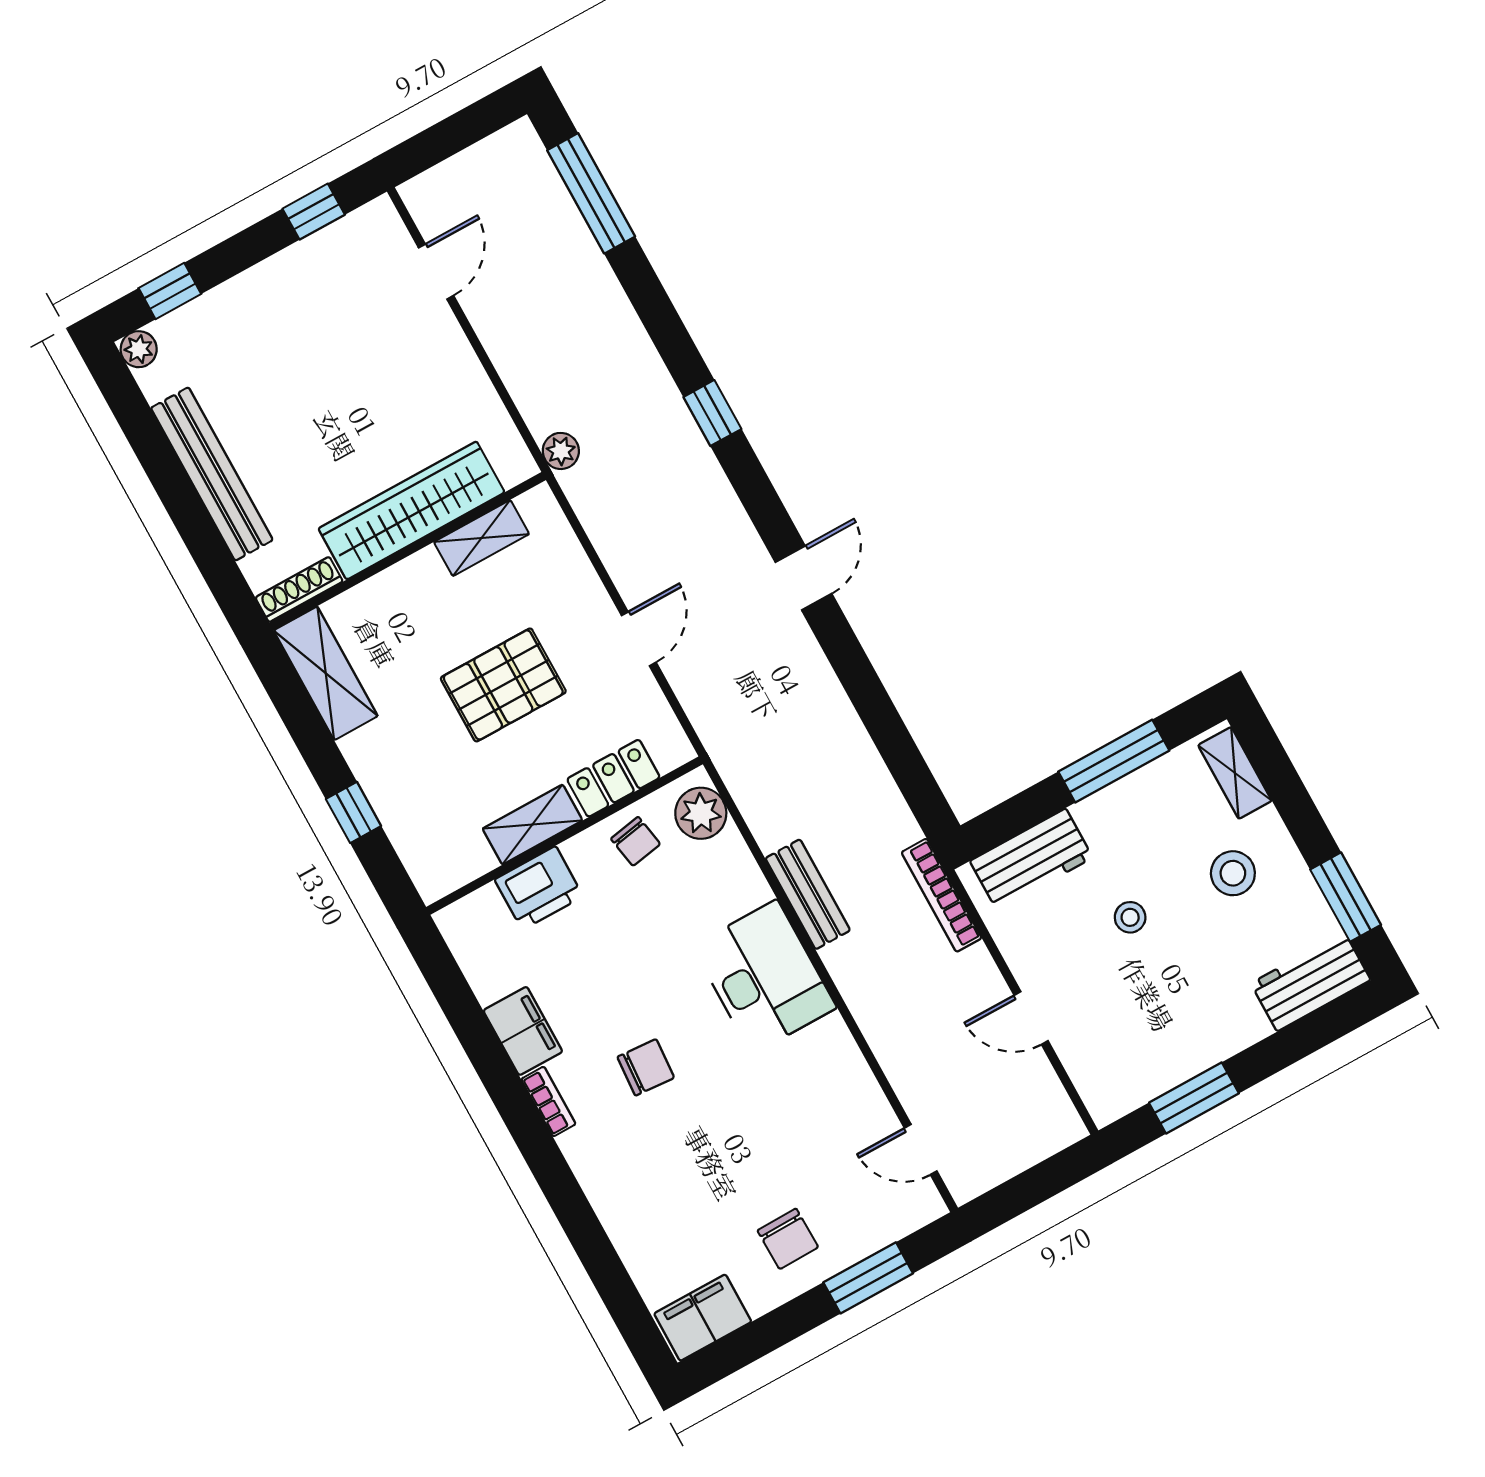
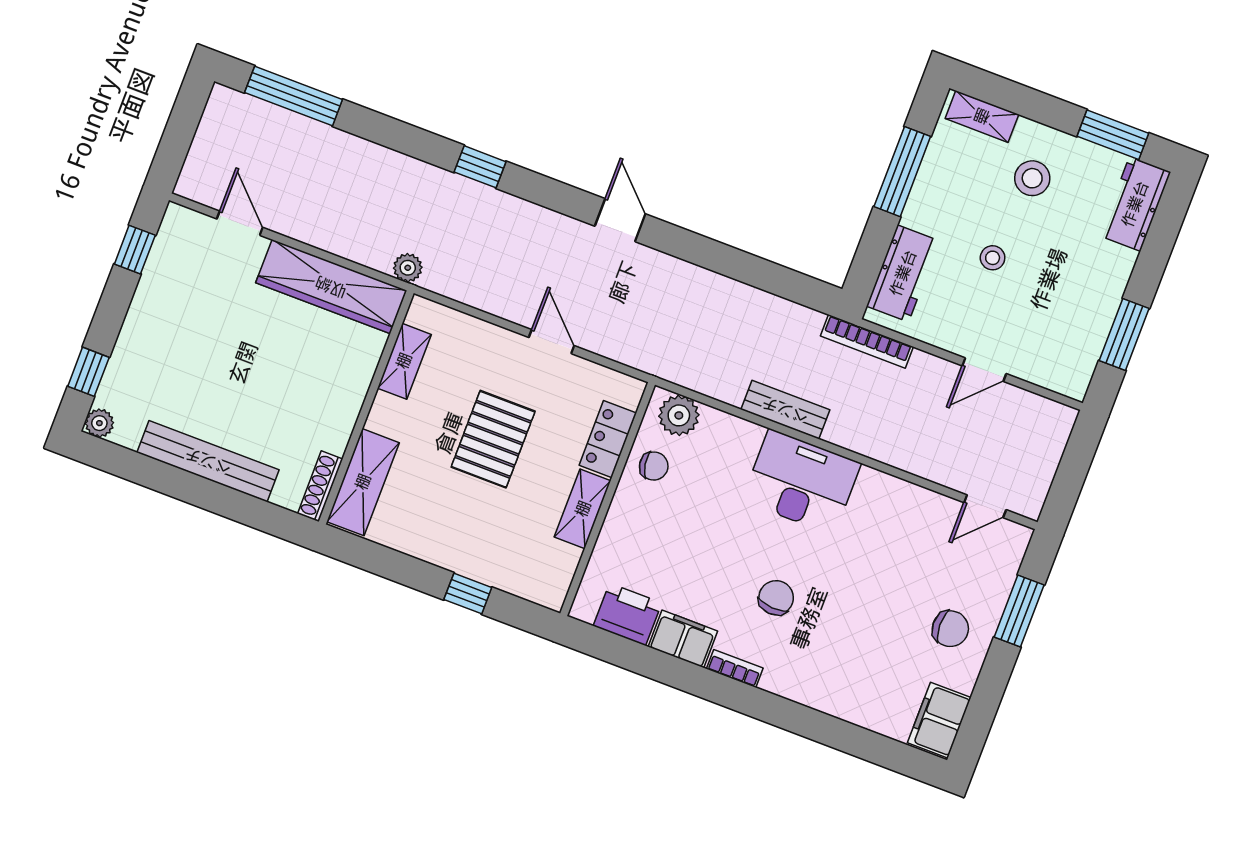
wardrobe: (411, 510) -> (331, 287), moved, turned -90
shelving: (326, 673) -> (363, 482), moved, turned 90
printer: (539, 888) -> (628, 614), moved, turned -90

